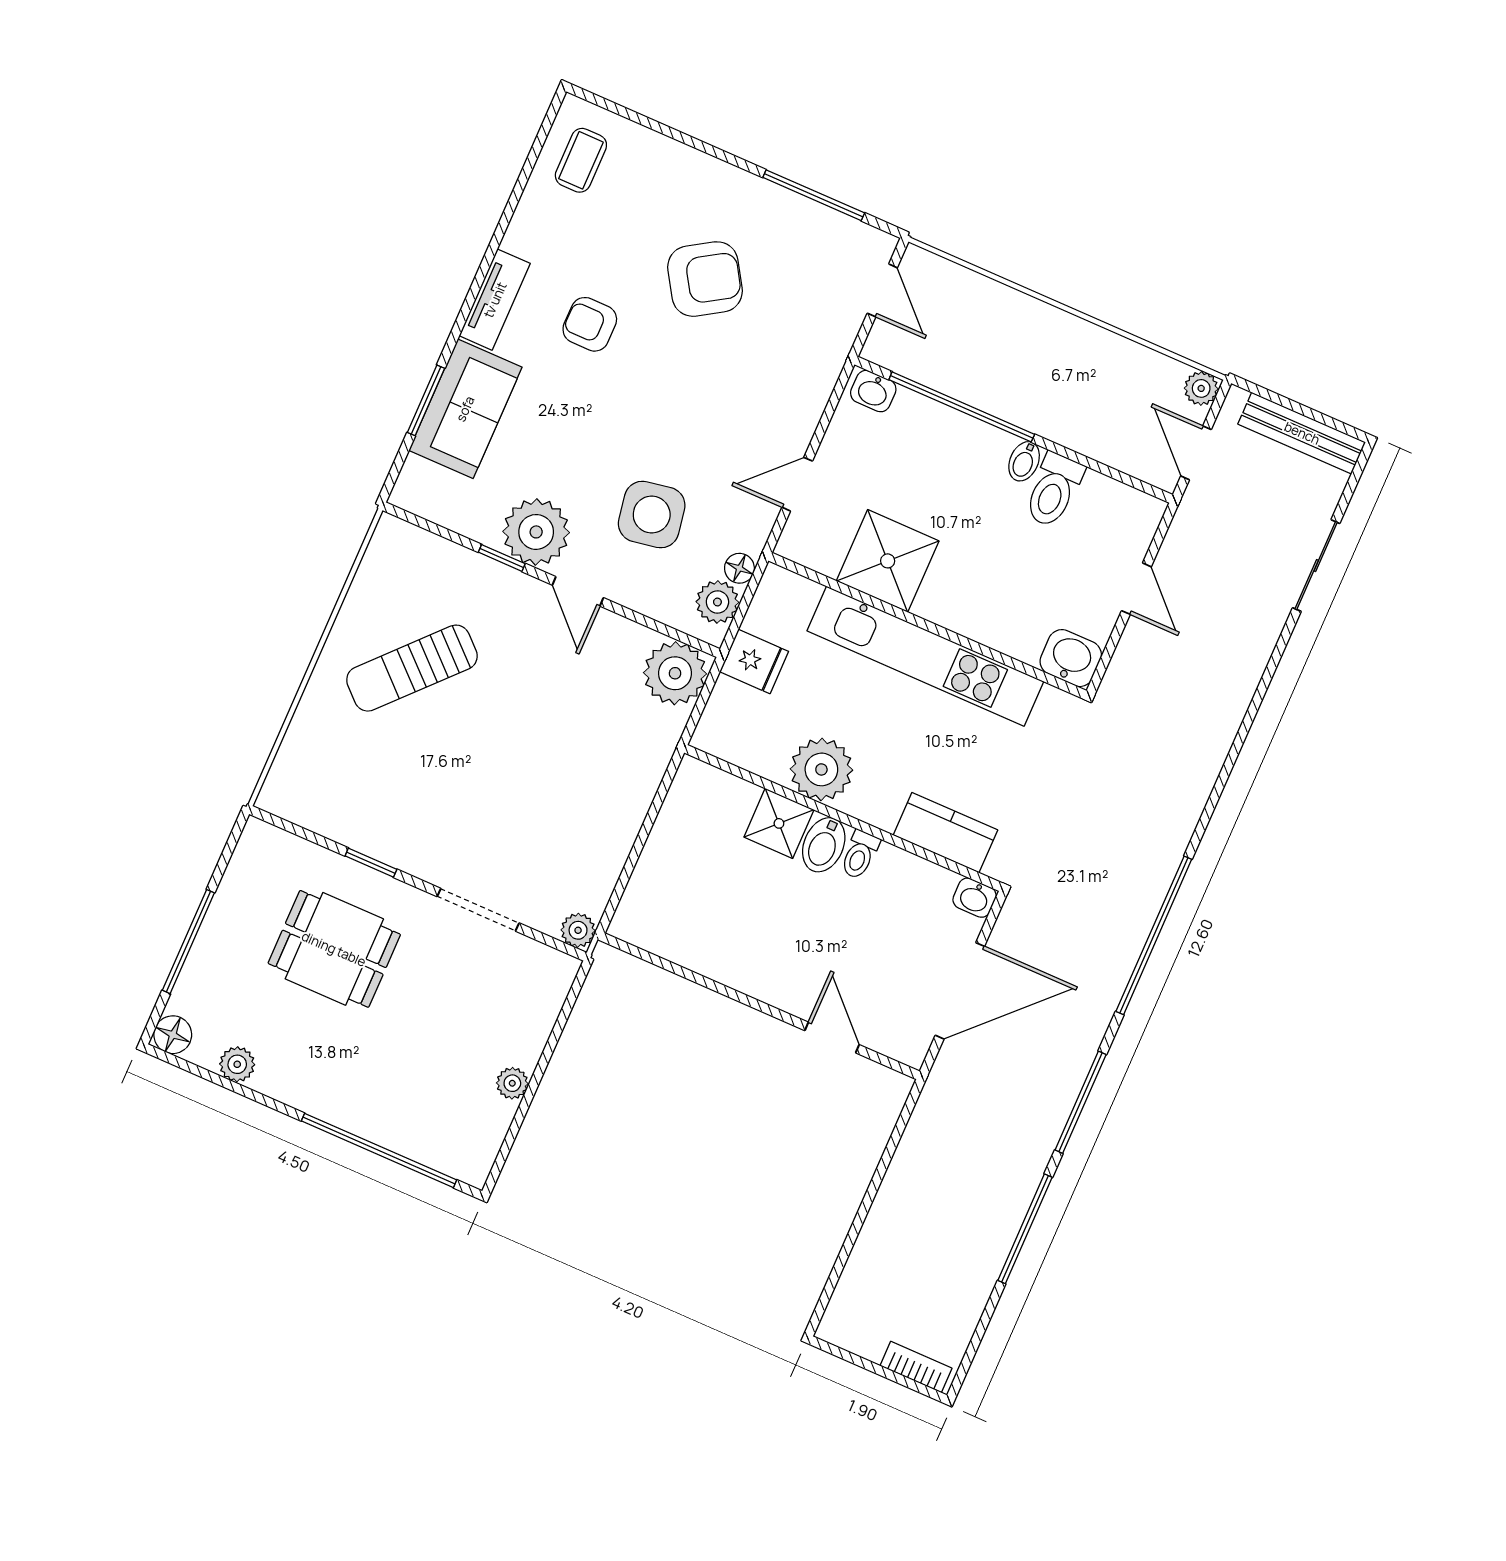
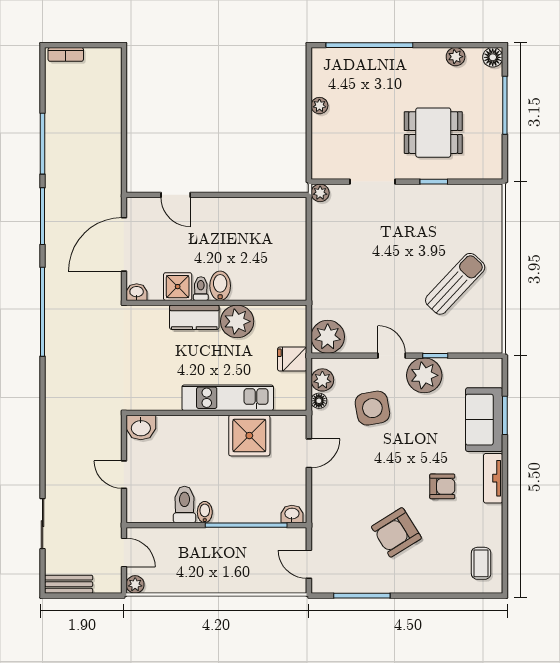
bench: (1302, 433) -> (69, 584), width x0.73
kitchen unit: (925, 656) -> (228, 398), width x0.73
shower: (779, 823) -> (178, 287), moved
kitchen counter: (945, 833) -> (194, 317), moved

